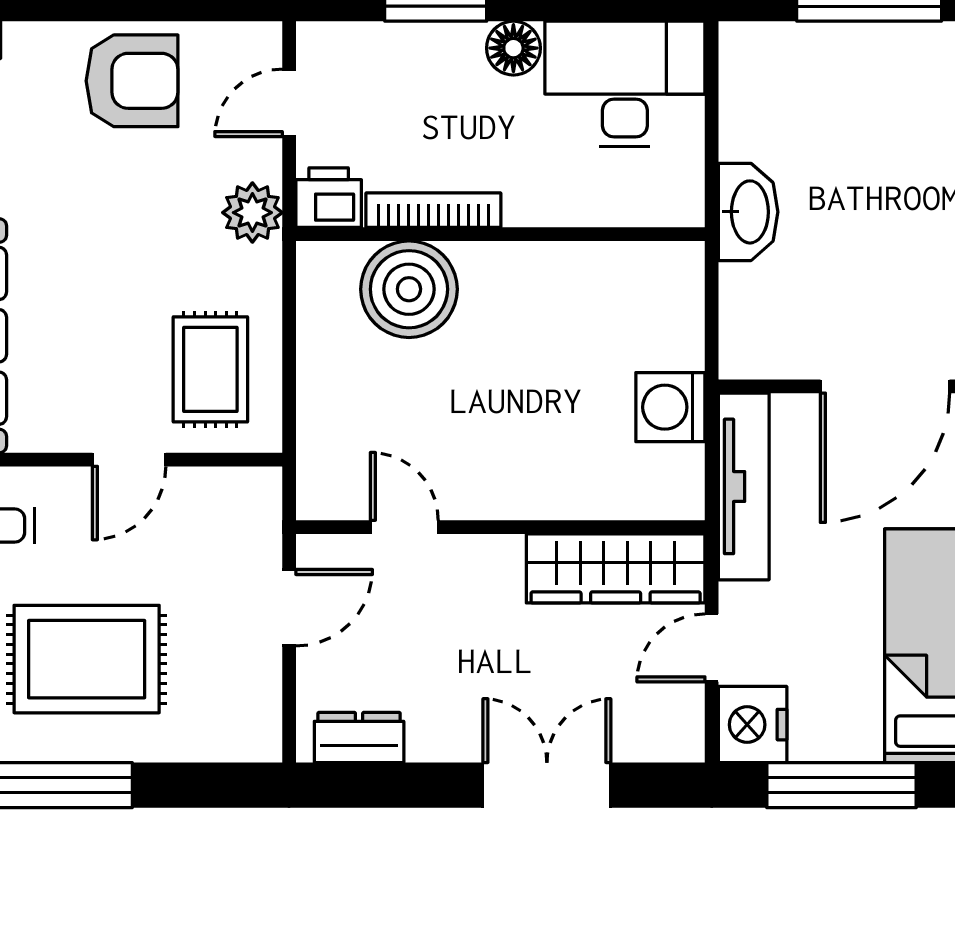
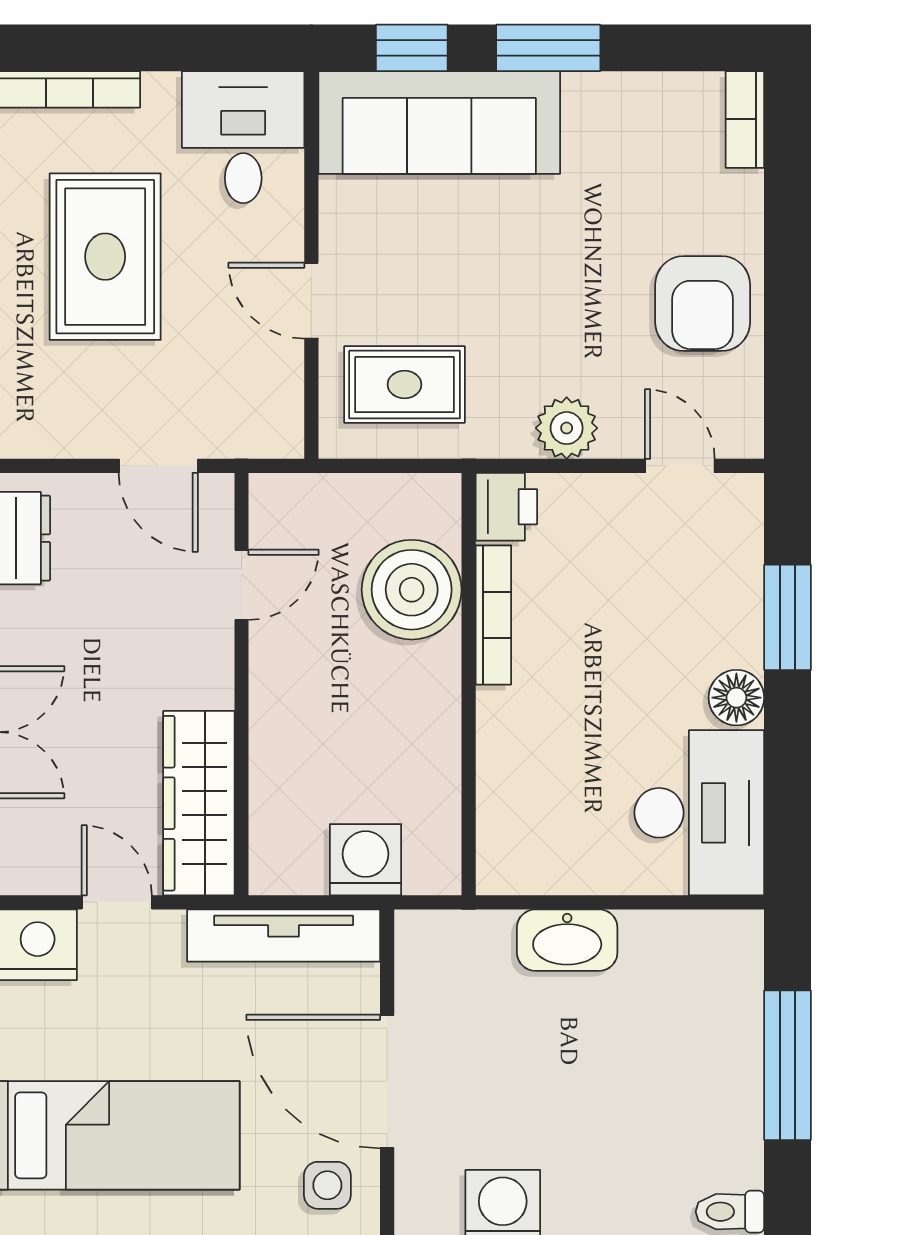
printer: (329, 198) -> (506, 507), moved
bookcase: (433, 210) -> (493, 615), moved
wall: (500, 234) -> (469, 684), moved
boiler: (409, 289) -> (412, 590), moved

